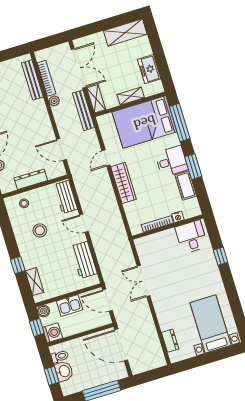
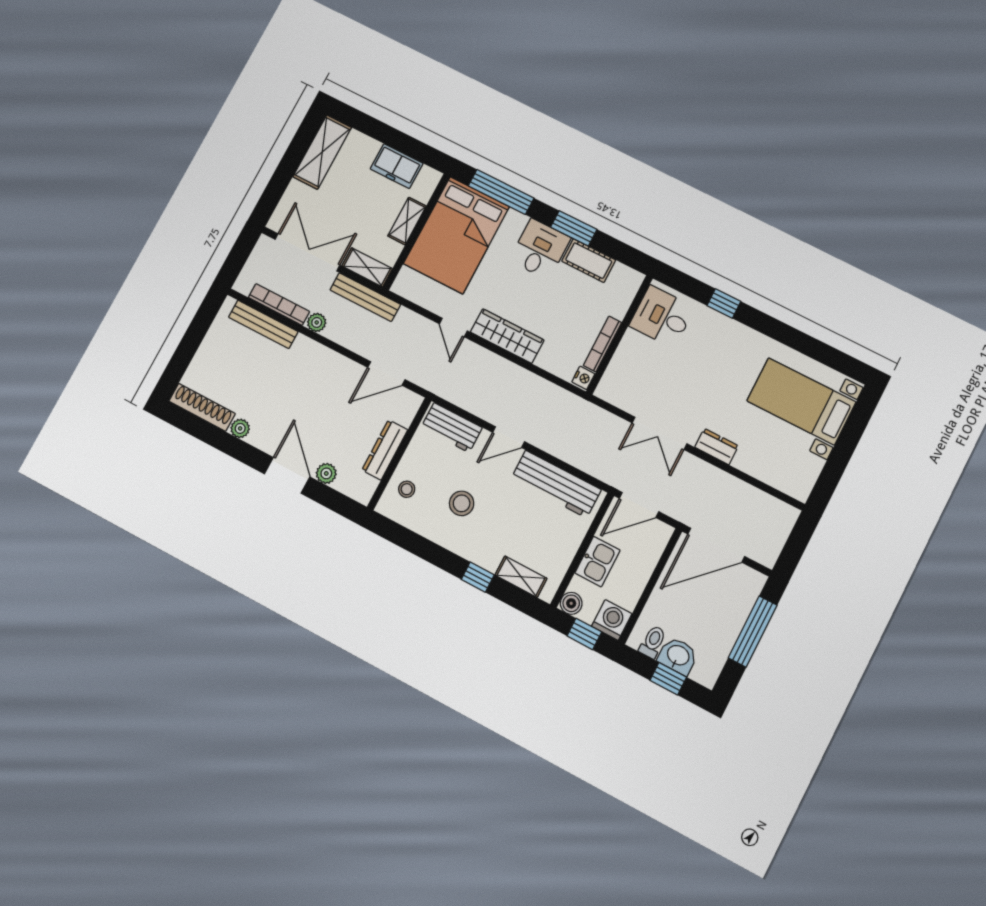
nightstand: (178, 217) -> (583, 378), moved
workbench: (84, 260) -> (556, 484), width x1.38
dresser: (170, 341) -> (717, 447), moved

